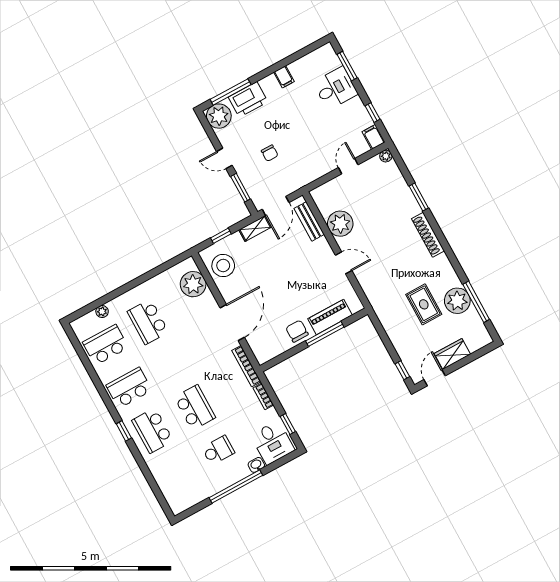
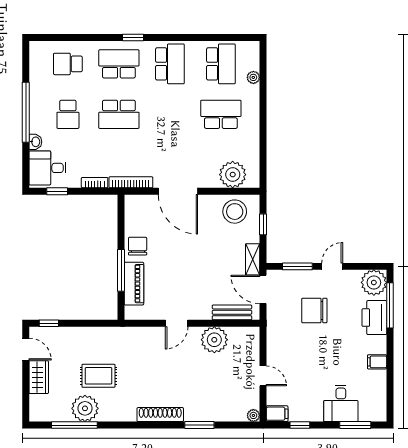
chair: (270, 153) -> (314, 310), width x1.87, depth x1.87
chair: (297, 331) -> (138, 246), turned -90
school desk: (176, 473) -> (68, 64), added

